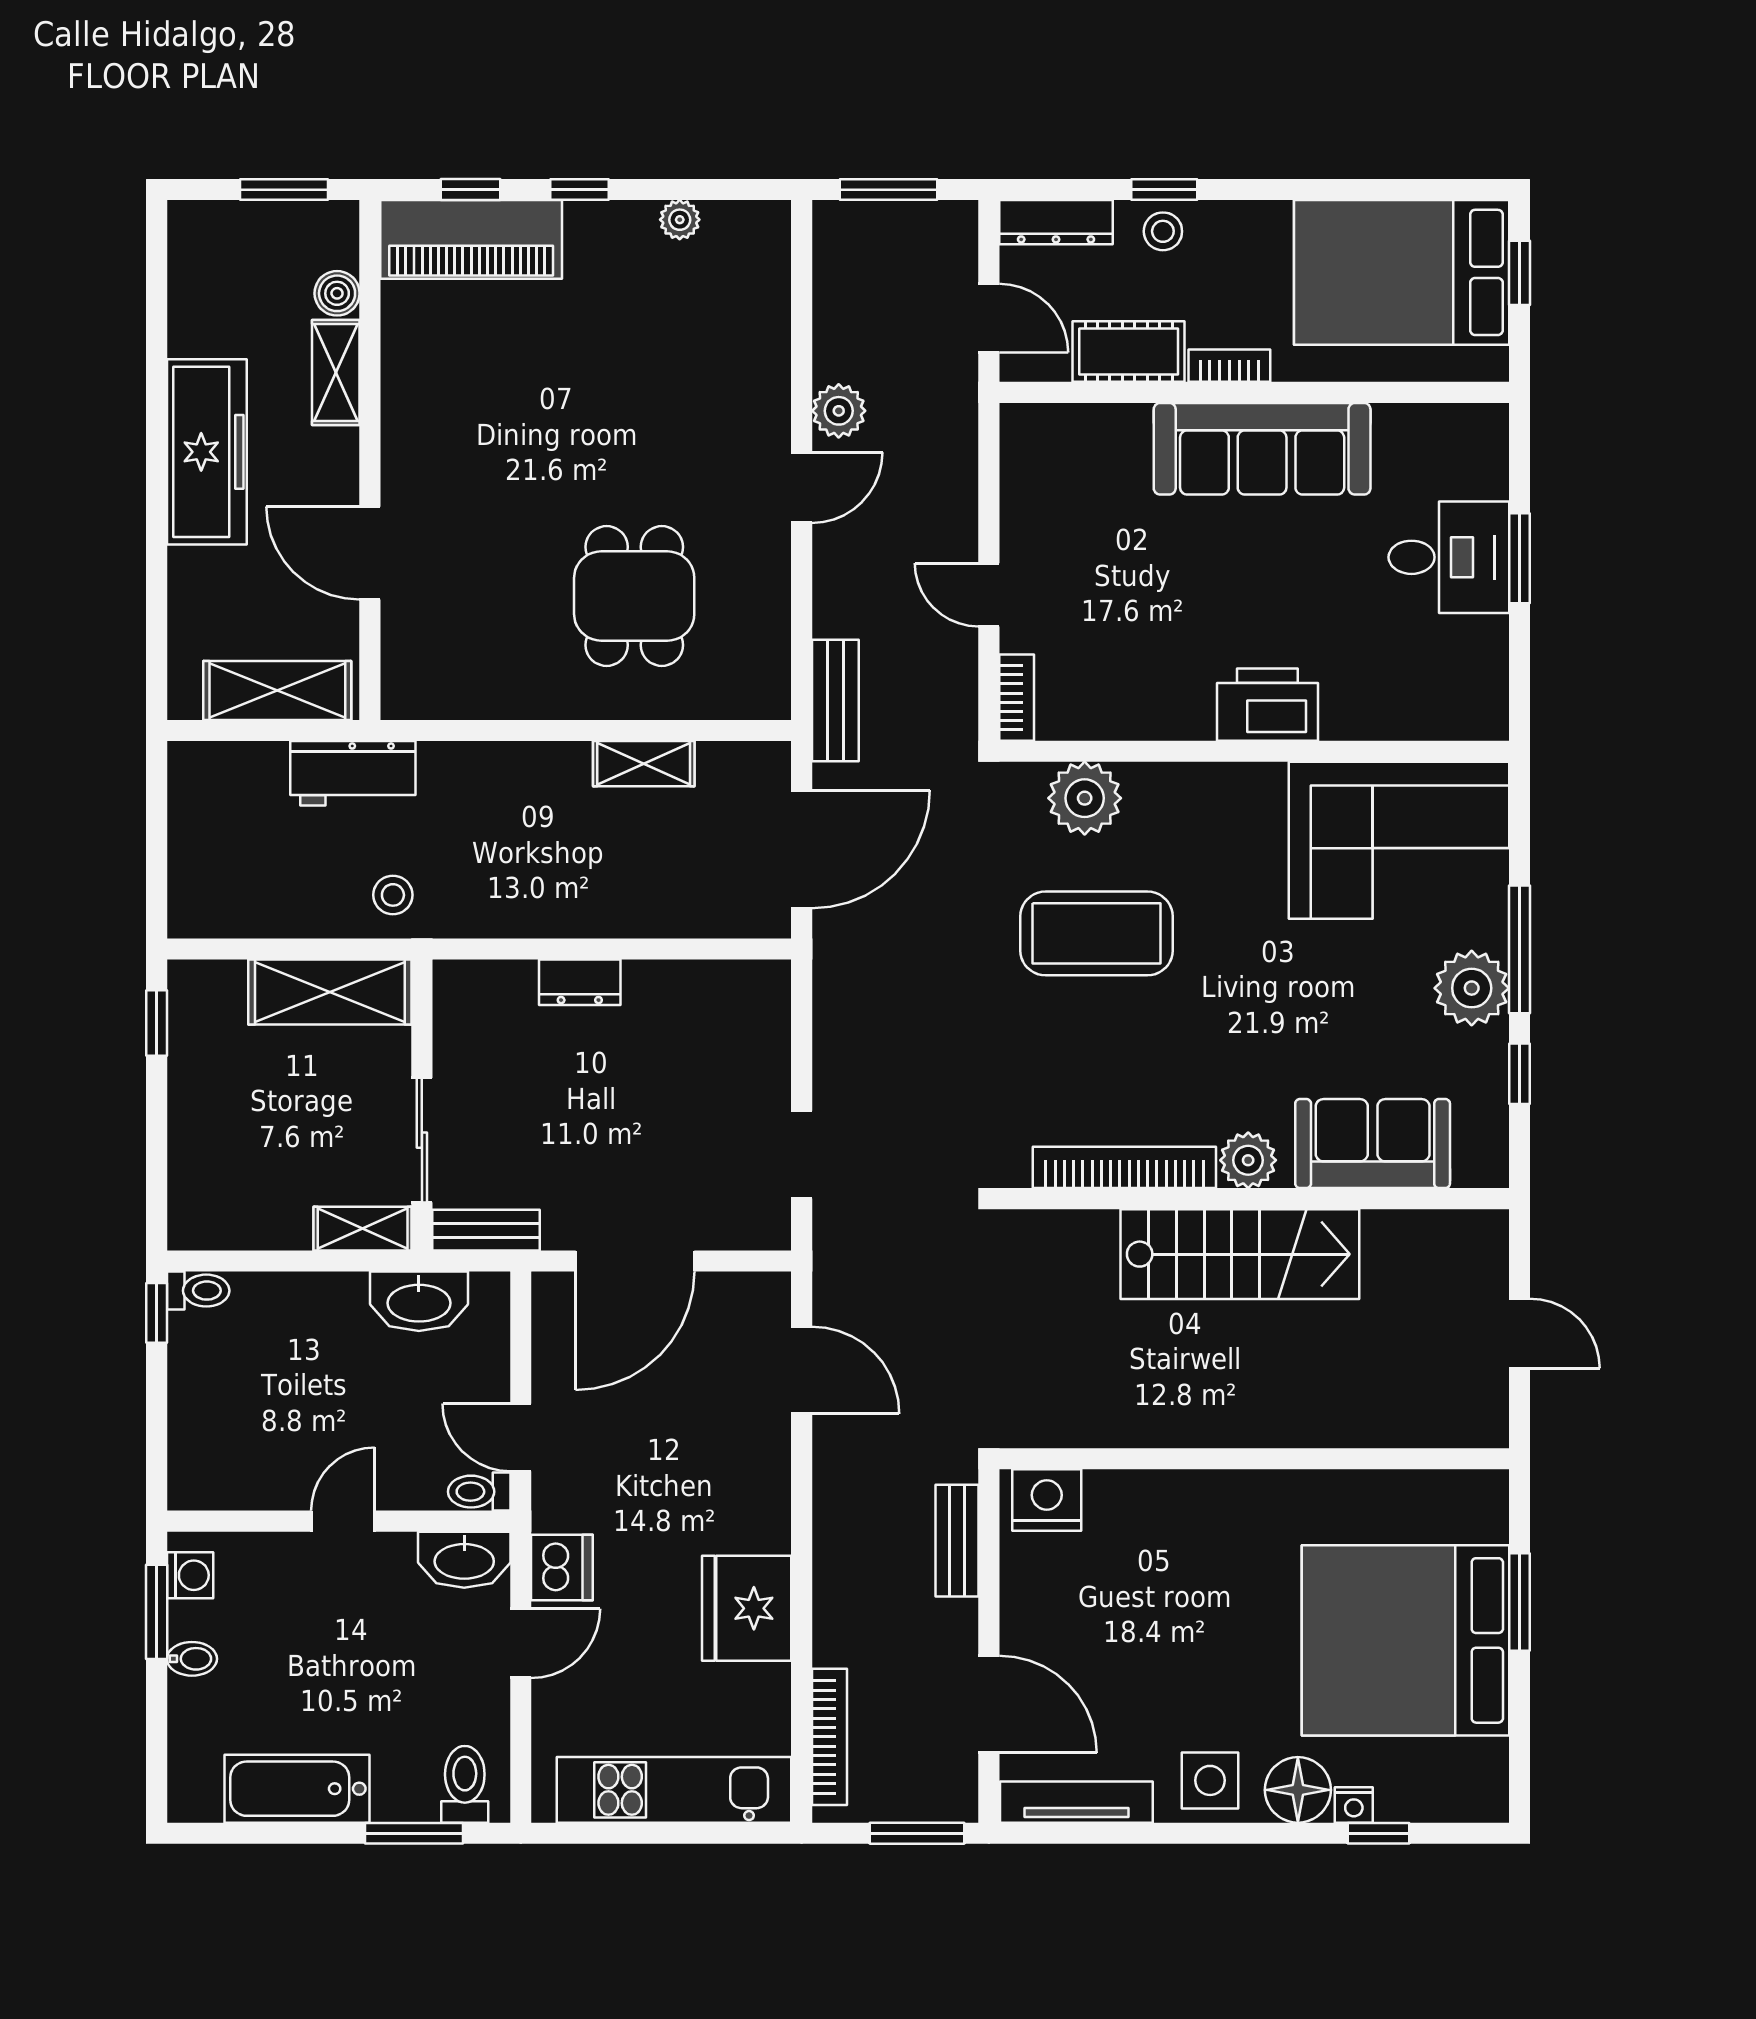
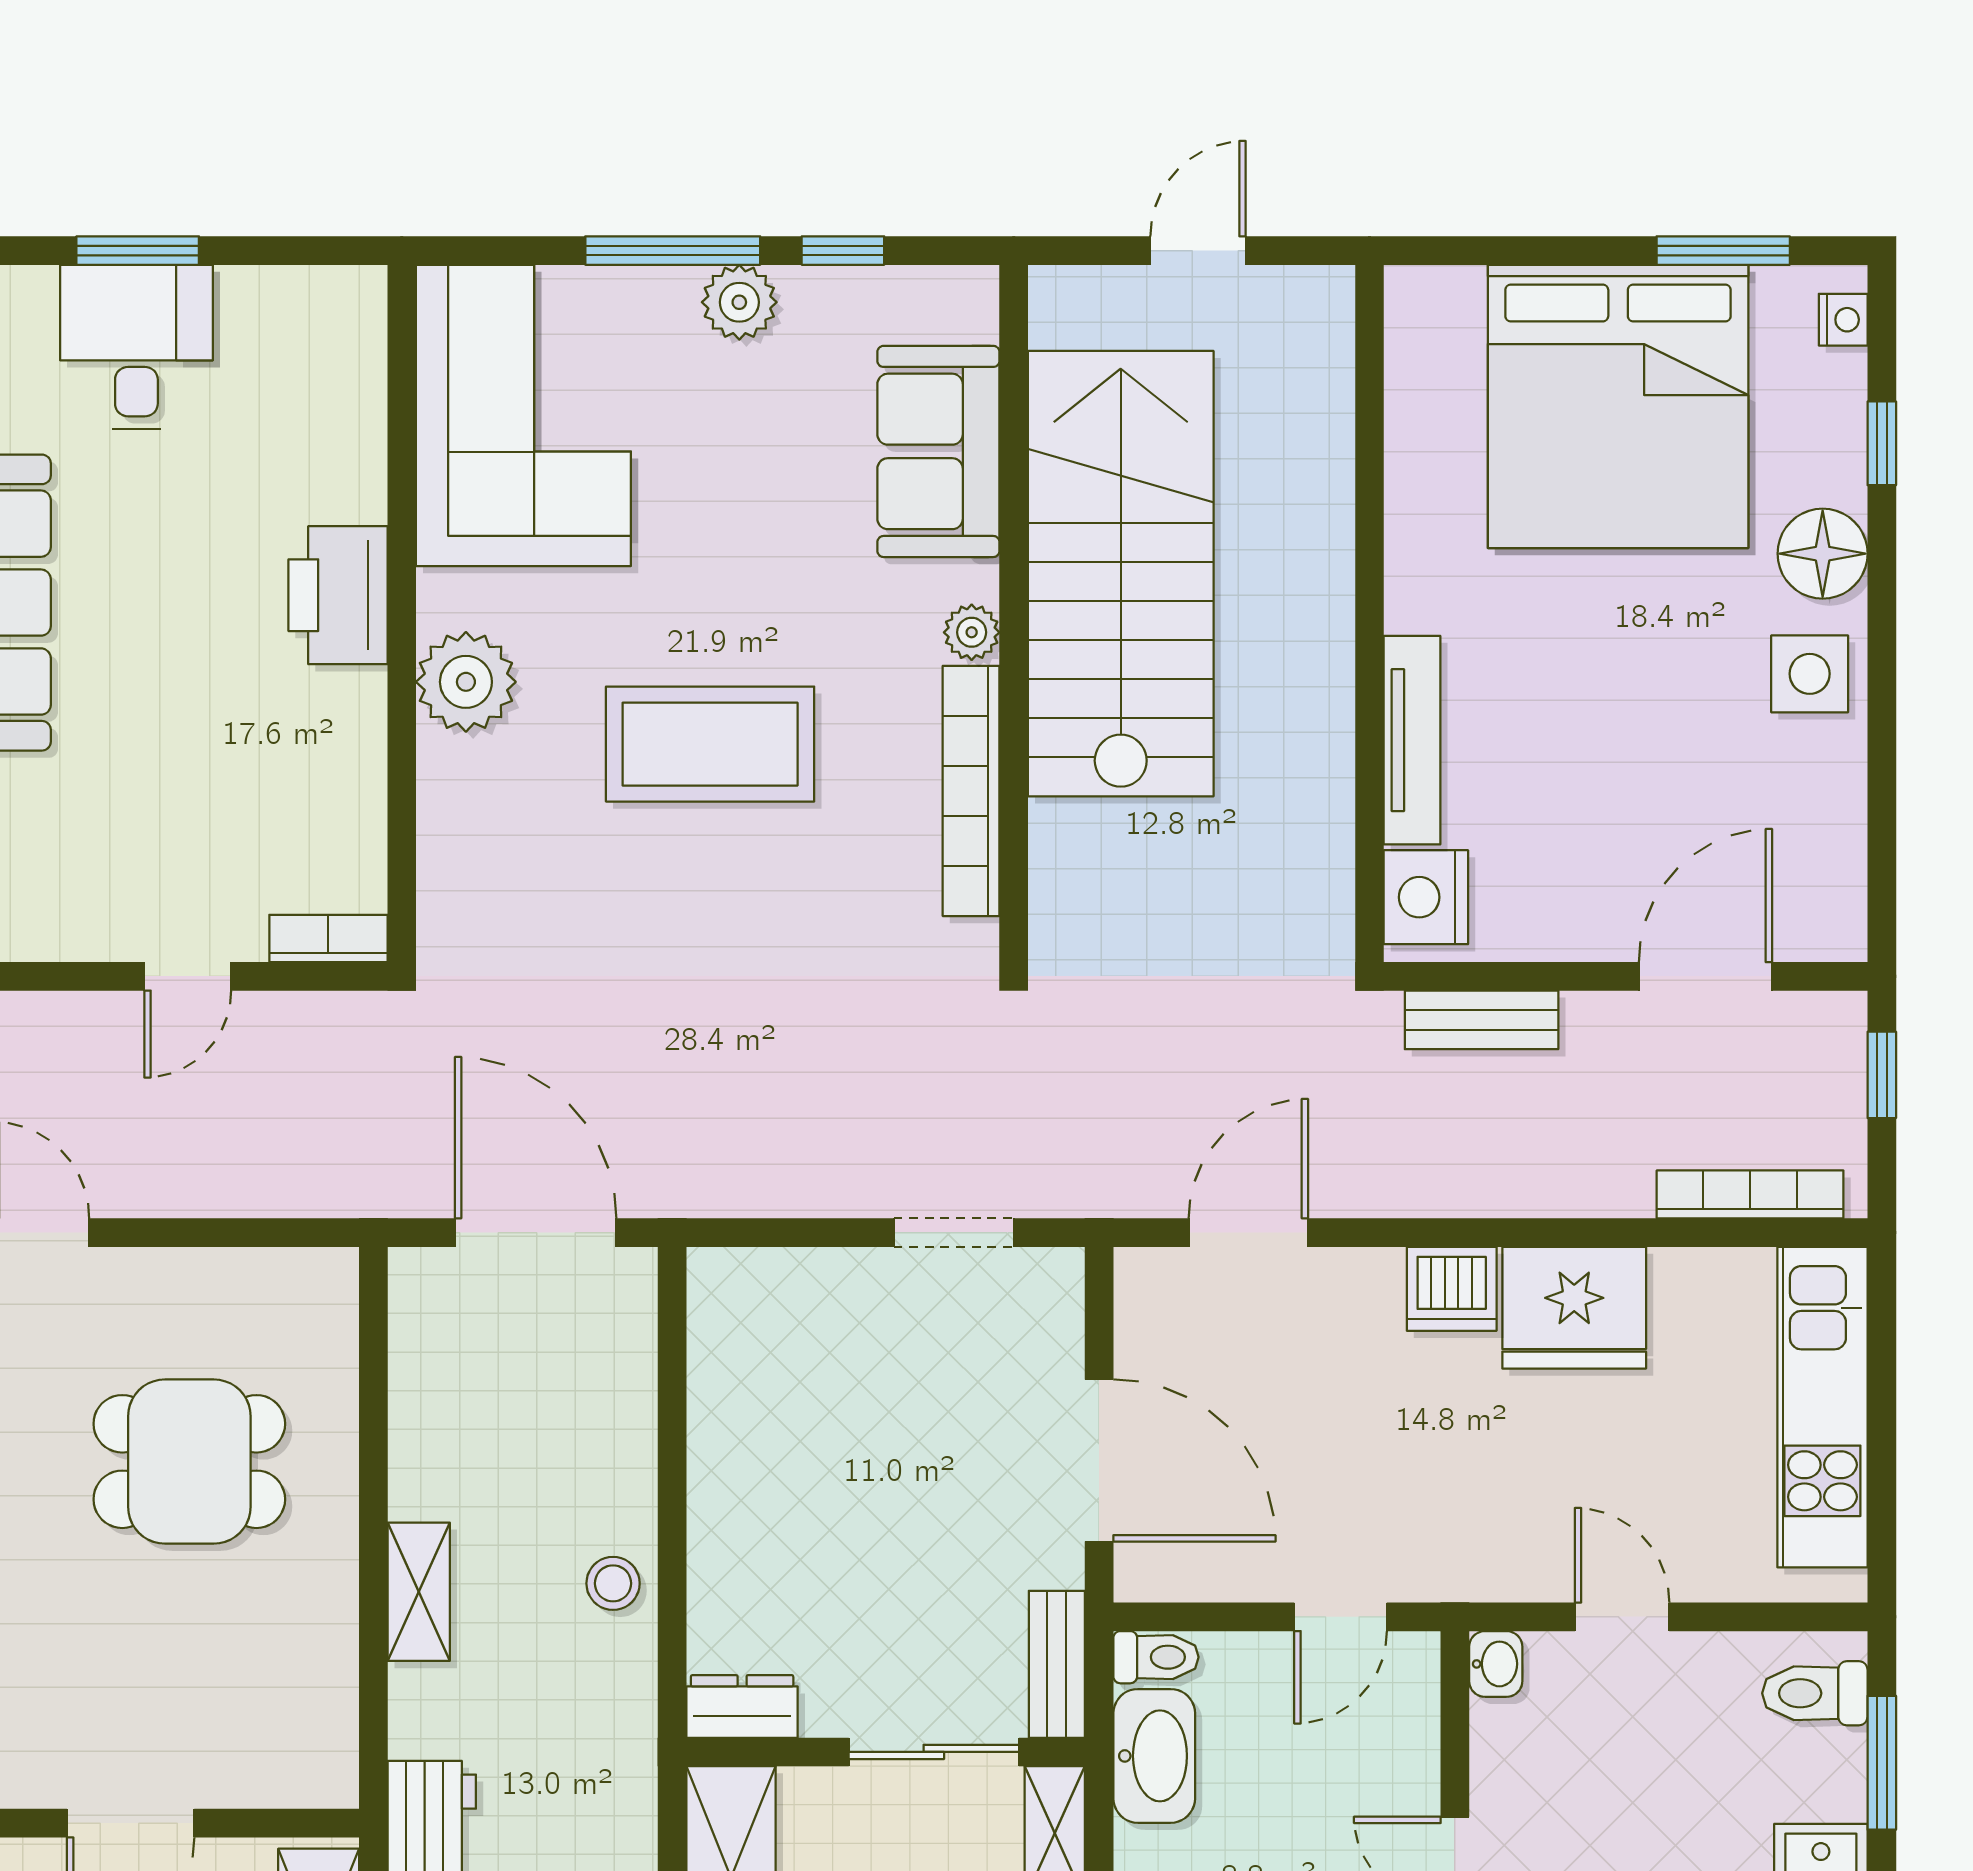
bench: (835, 700) -> (332, 1186), removed
shelving: (644, 764) -> (419, 1592), moved
plant: (1085, 798) -> (466, 682), moved
stool: (393, 895) -> (613, 1583), moved
coffee table: (1097, 933) -> (710, 744), moved, turned 90
dresser: (580, 982) -> (742, 1706), moved, turned -90
plant: (1472, 988) -> (739, 302), width x0.73, depth x0.73
plant: (1248, 1160) -> (972, 632), width x0.73, depth x0.73
stairs: (1240, 1254) -> (1121, 574), width x1.36, depth x1.51
toilet: (479, 1492) -> (1156, 1657), moved, turned -90
washbasin: (464, 1560) -> (1496, 1664), width x0.52, depth x0.69
dishwasher: (562, 1568) -> (1452, 1289), moved, turned 180
window: (1519, 1602) -> (1723, 251), moved
tv unit: (1076, 1802) -> (1412, 740), moved, turned 180
nightstand: (1354, 1805) -> (1843, 320), moved
window: (917, 1833) -> (1882, 1075), width x0.67

